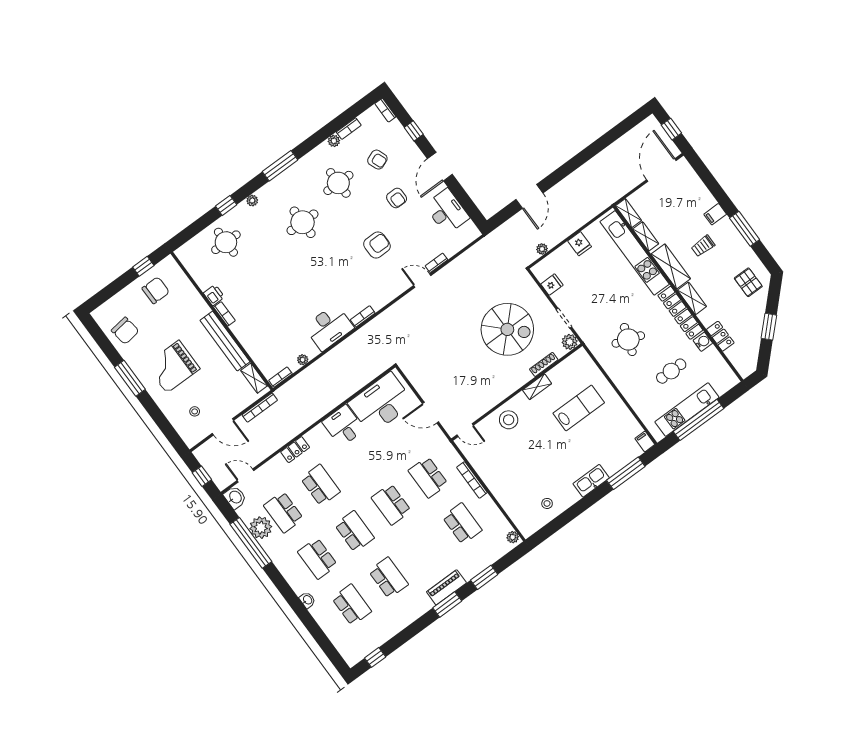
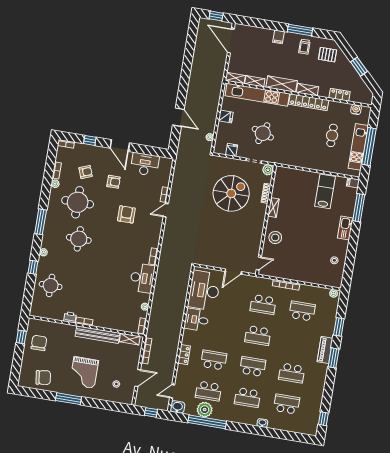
round table: (338, 183) -> (78, 202), width x1.36, depth x1.36
trolley: (703, 246) -> (304, 47), moved
round table: (628, 339) -> (263, 133), moved
water cooler: (703, 342) -> (356, 109), moved
lab bench: (579, 408) -> (325, 191), moved
school desk: (388, 578) -> (292, 373), turned 180

